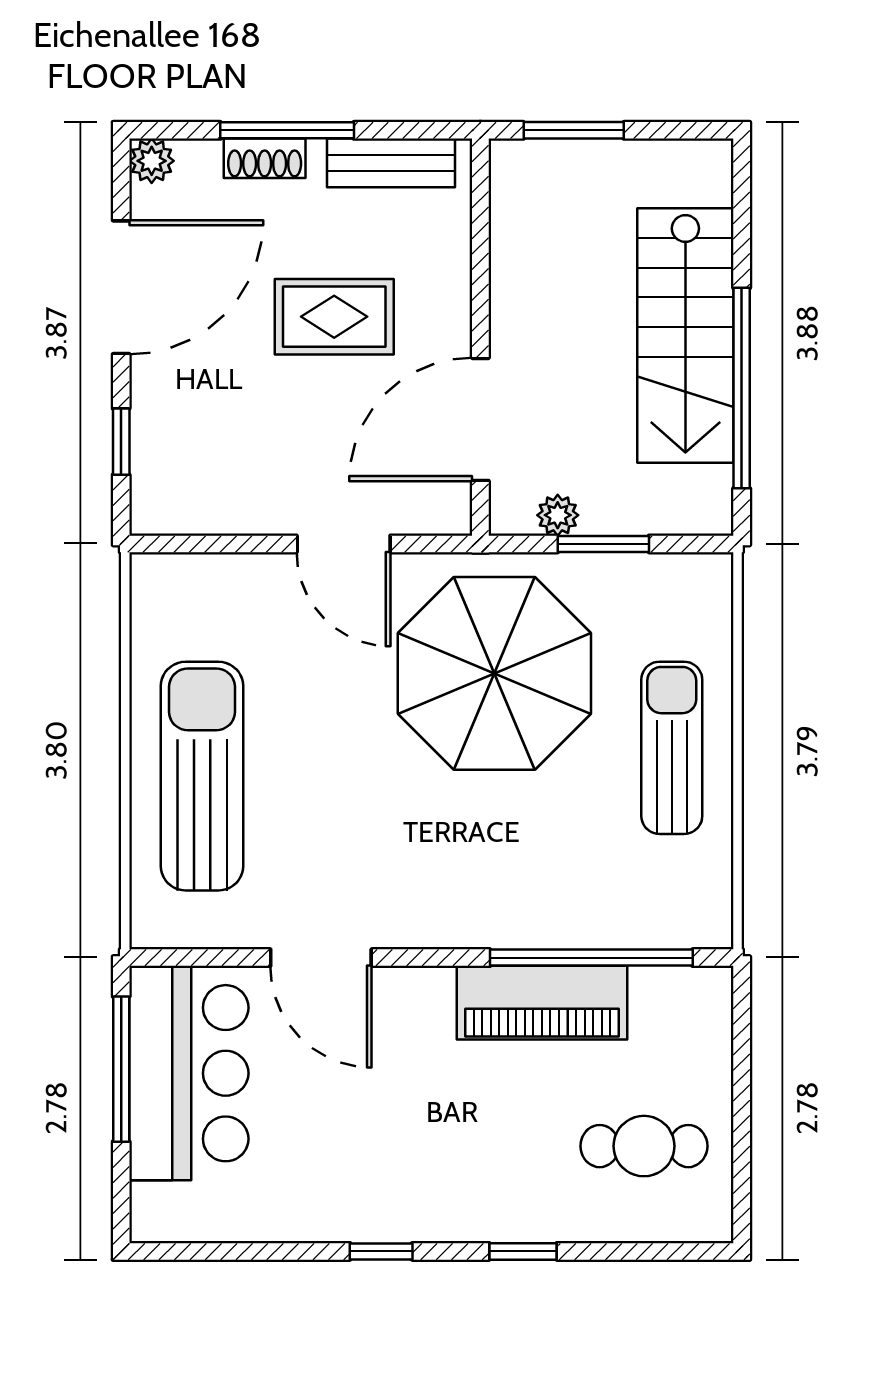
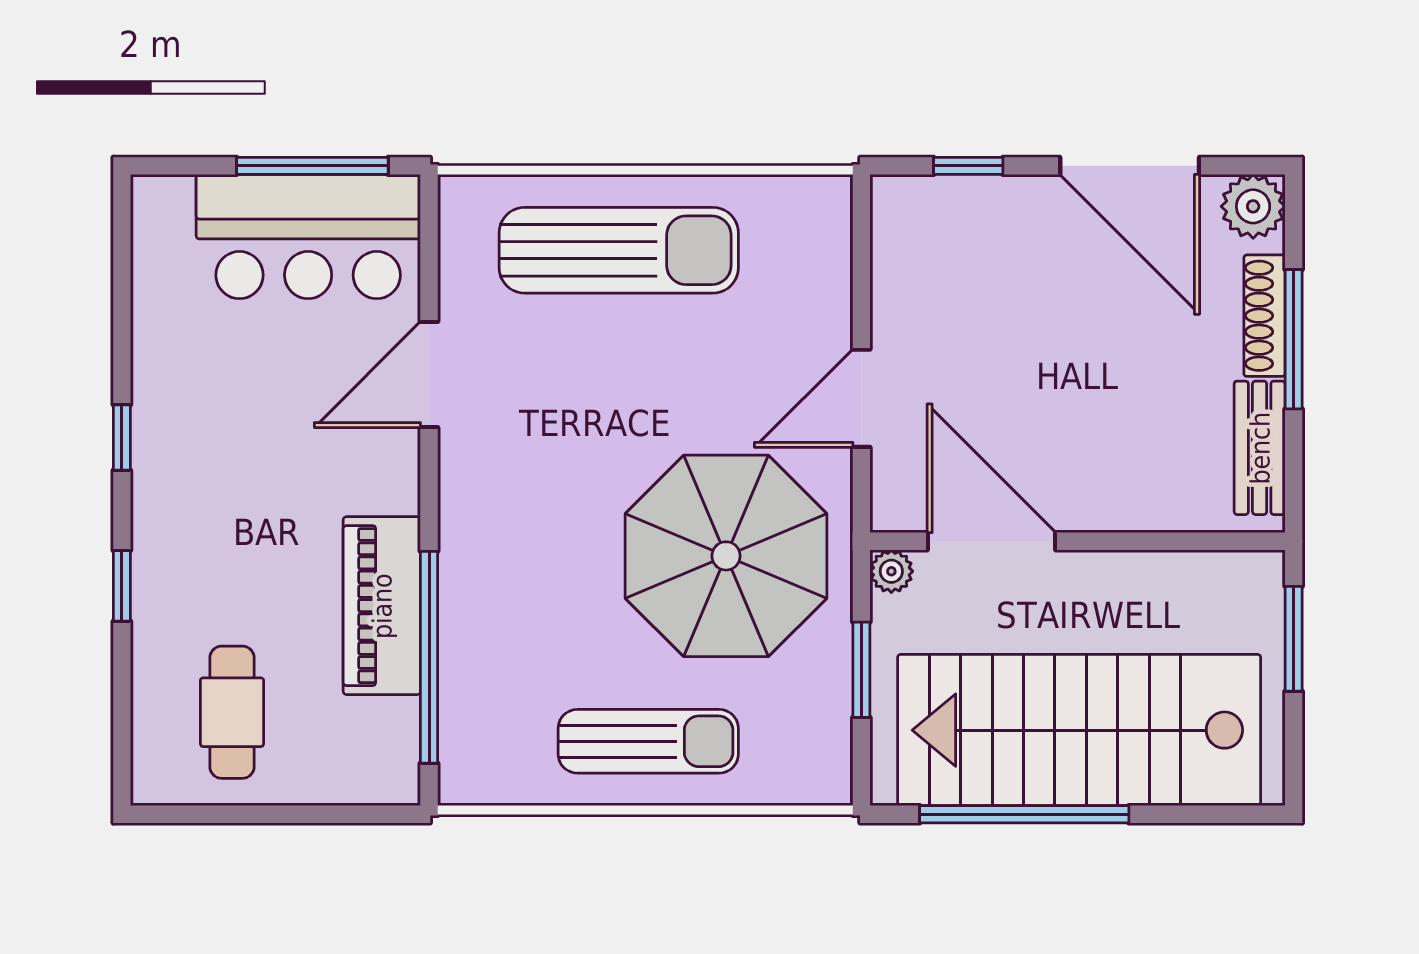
shoe rack: (265, 158) -> (1264, 316), width x1.43
plant: (152, 161) -> (1253, 206), width x1.38, depth x1.38
rug: (334, 317) -> (1099, 388), removed
stairs: (685, 336) -> (1079, 730), width x1.36, depth x1.51
plant: (558, 515) -> (891, 571), moved

